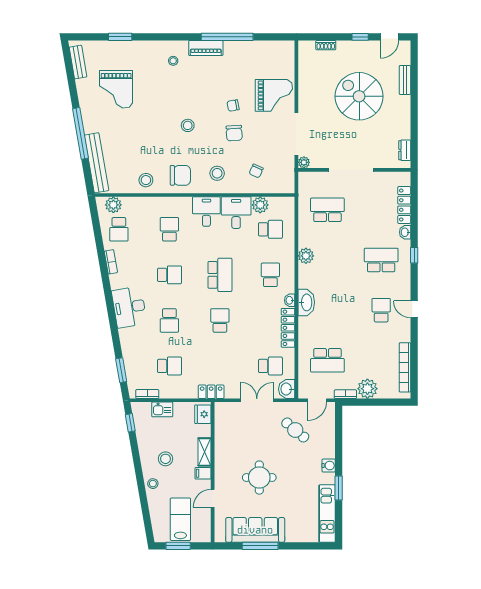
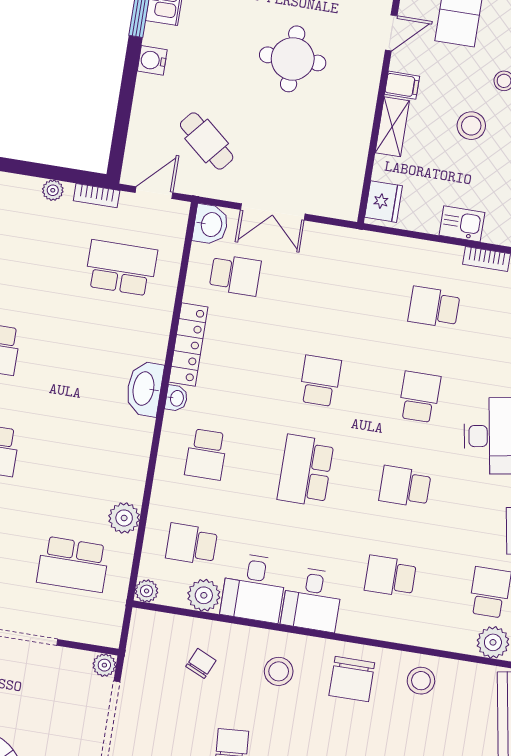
chair: (180, 175) -> (352, 679), turned -90
plant: (289, 202) -> (147, 591), added
school desk: (169, 229) -> (390, 576), turned 90
plant: (306, 256) -> (124, 518), moved
school desk: (220, 320) -> (320, 381), turned 180
school desk: (270, 366) -> (235, 275), turned 180
plant: (367, 389) -> (53, 190), width x0.53, depth x0.53
locker: (211, 392) -> (360, 243), removed

